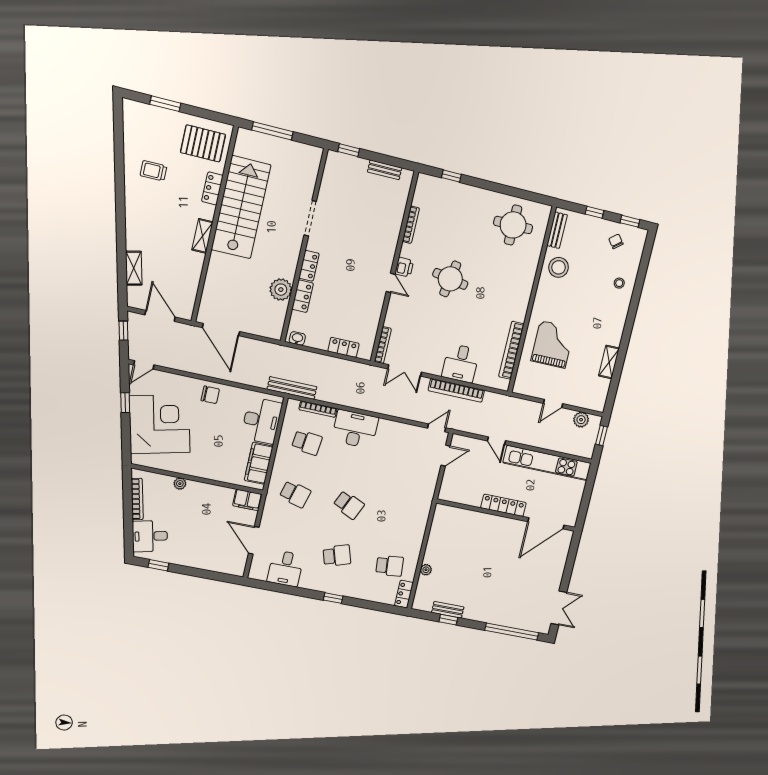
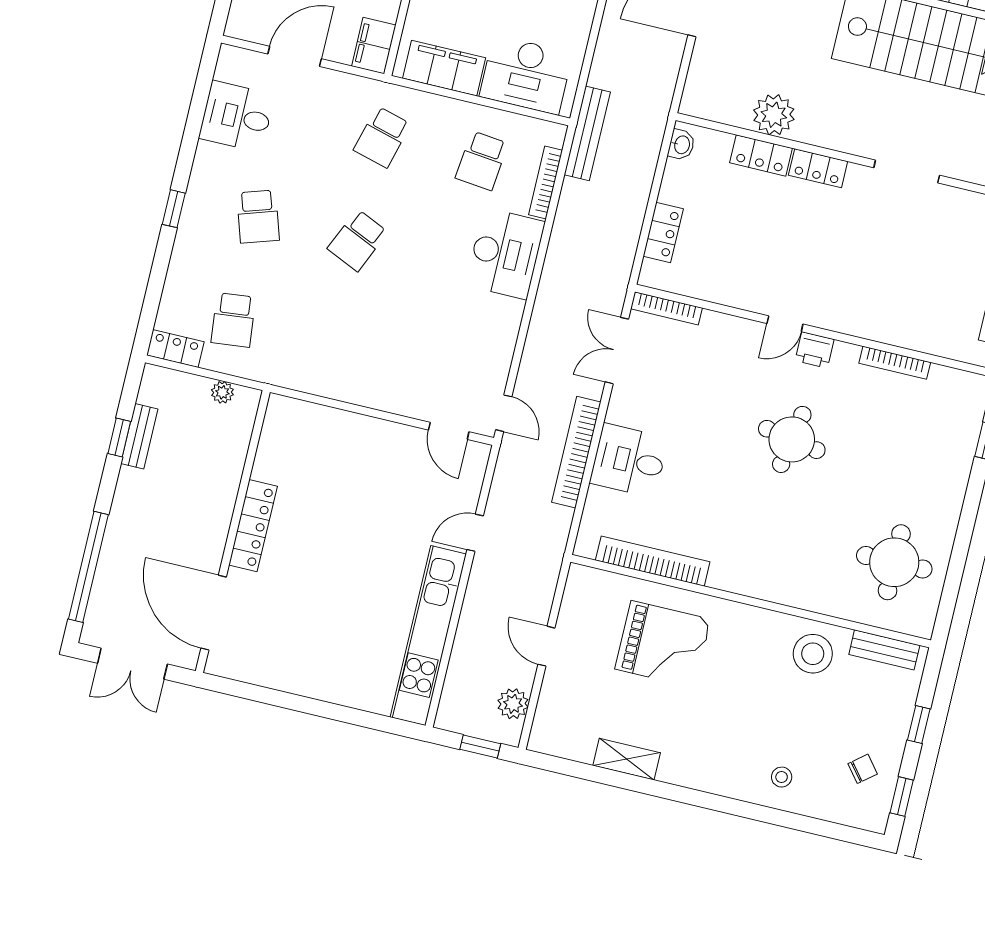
locker: (503, 505) -> (253, 526), moved
wall: (506, 515) -> (233, 532), moved
door: (546, 523) -> (214, 613), moved

